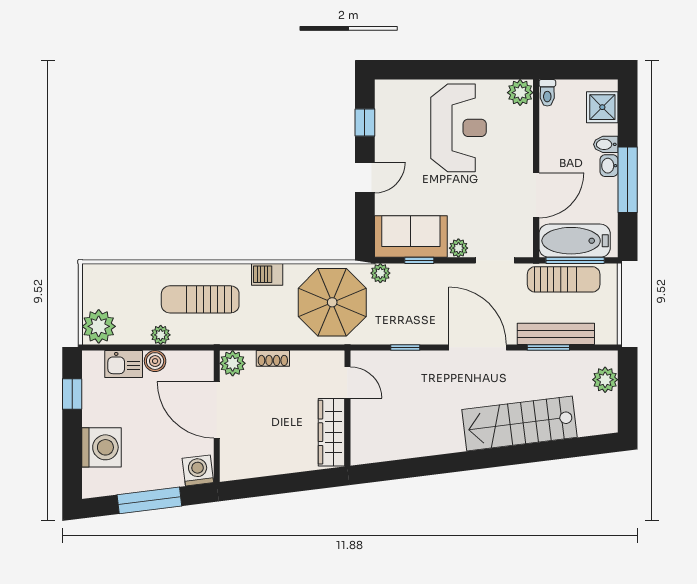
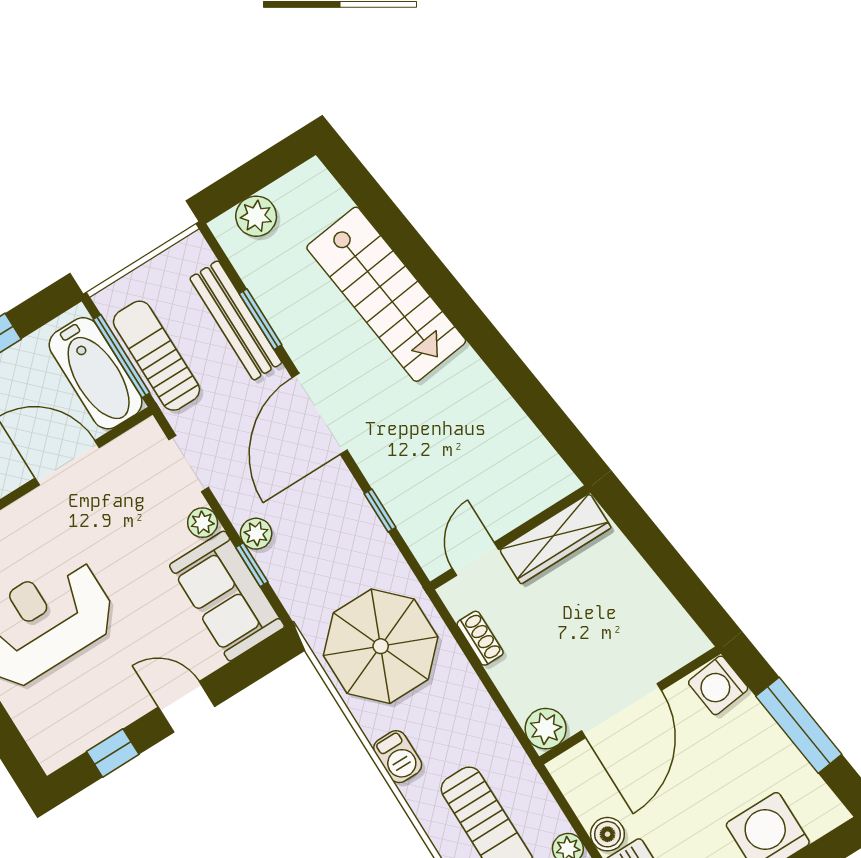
plant: (380, 273) -> (256, 534), moved
shoe rack: (273, 358) -> (480, 638), moved

